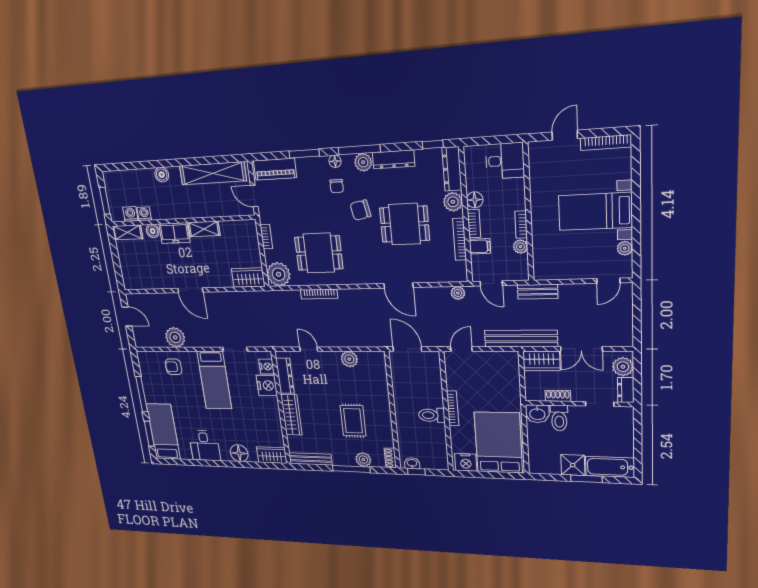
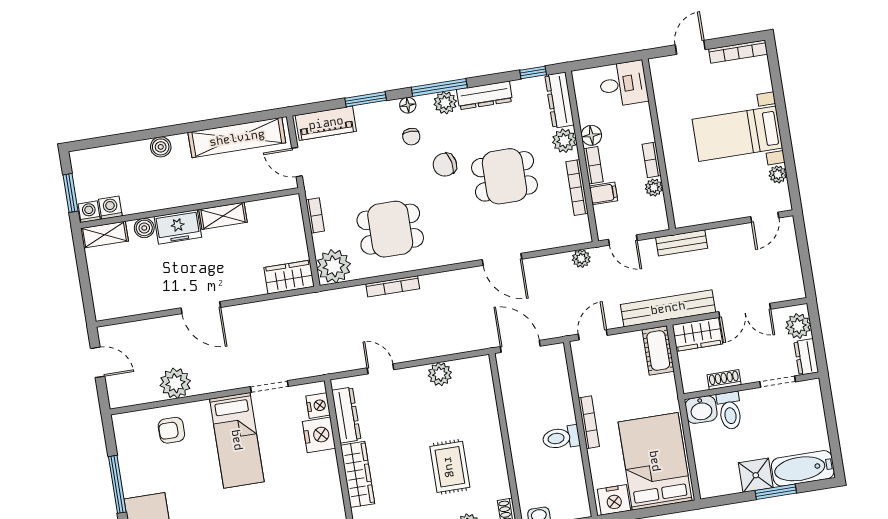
washing machine: (144, 214) -> (89, 212), moved
cot: (510, 368) -> (658, 351), added

